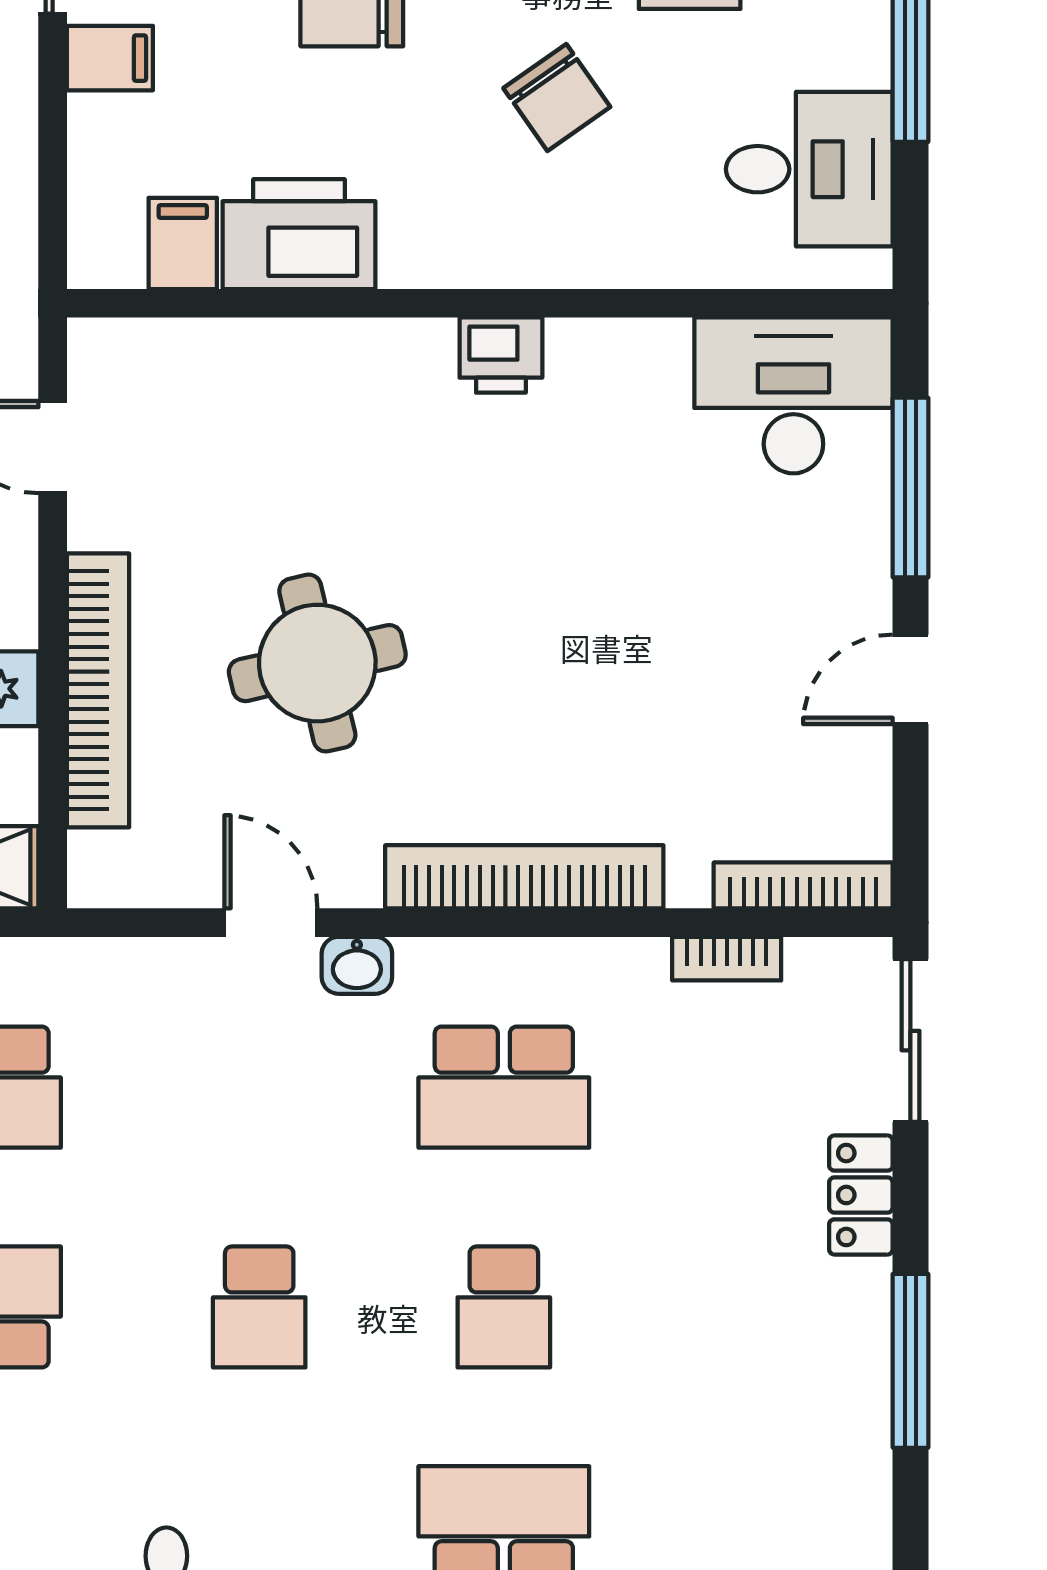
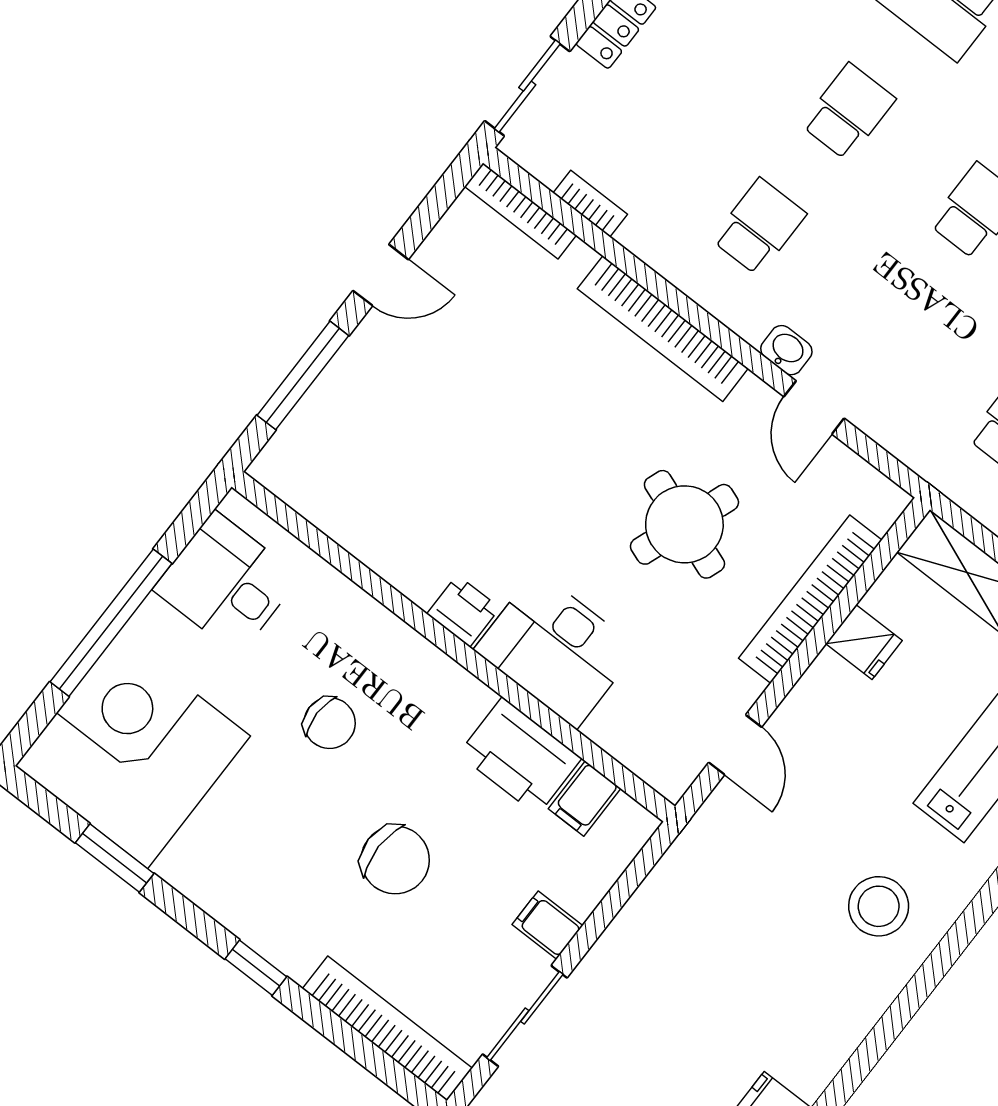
chair: (557, 98) -> (330, 723), turned 125
desk: (793, 395) -> (556, 649), moved
round table: (317, 663) -> (684, 524), turned 33
school desk: (504, 1087) -> (759, 227), width x0.54

